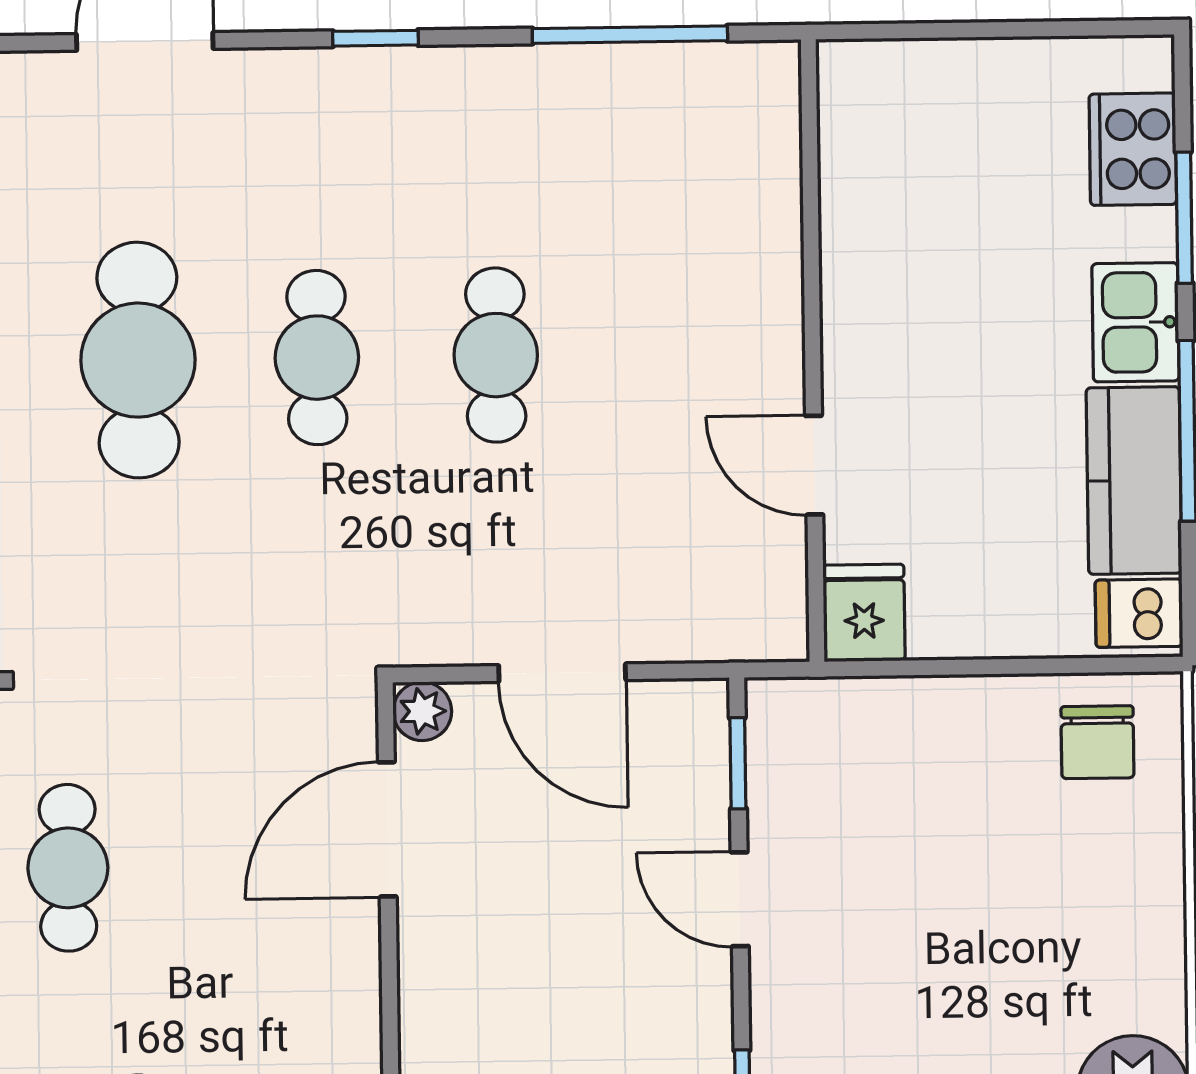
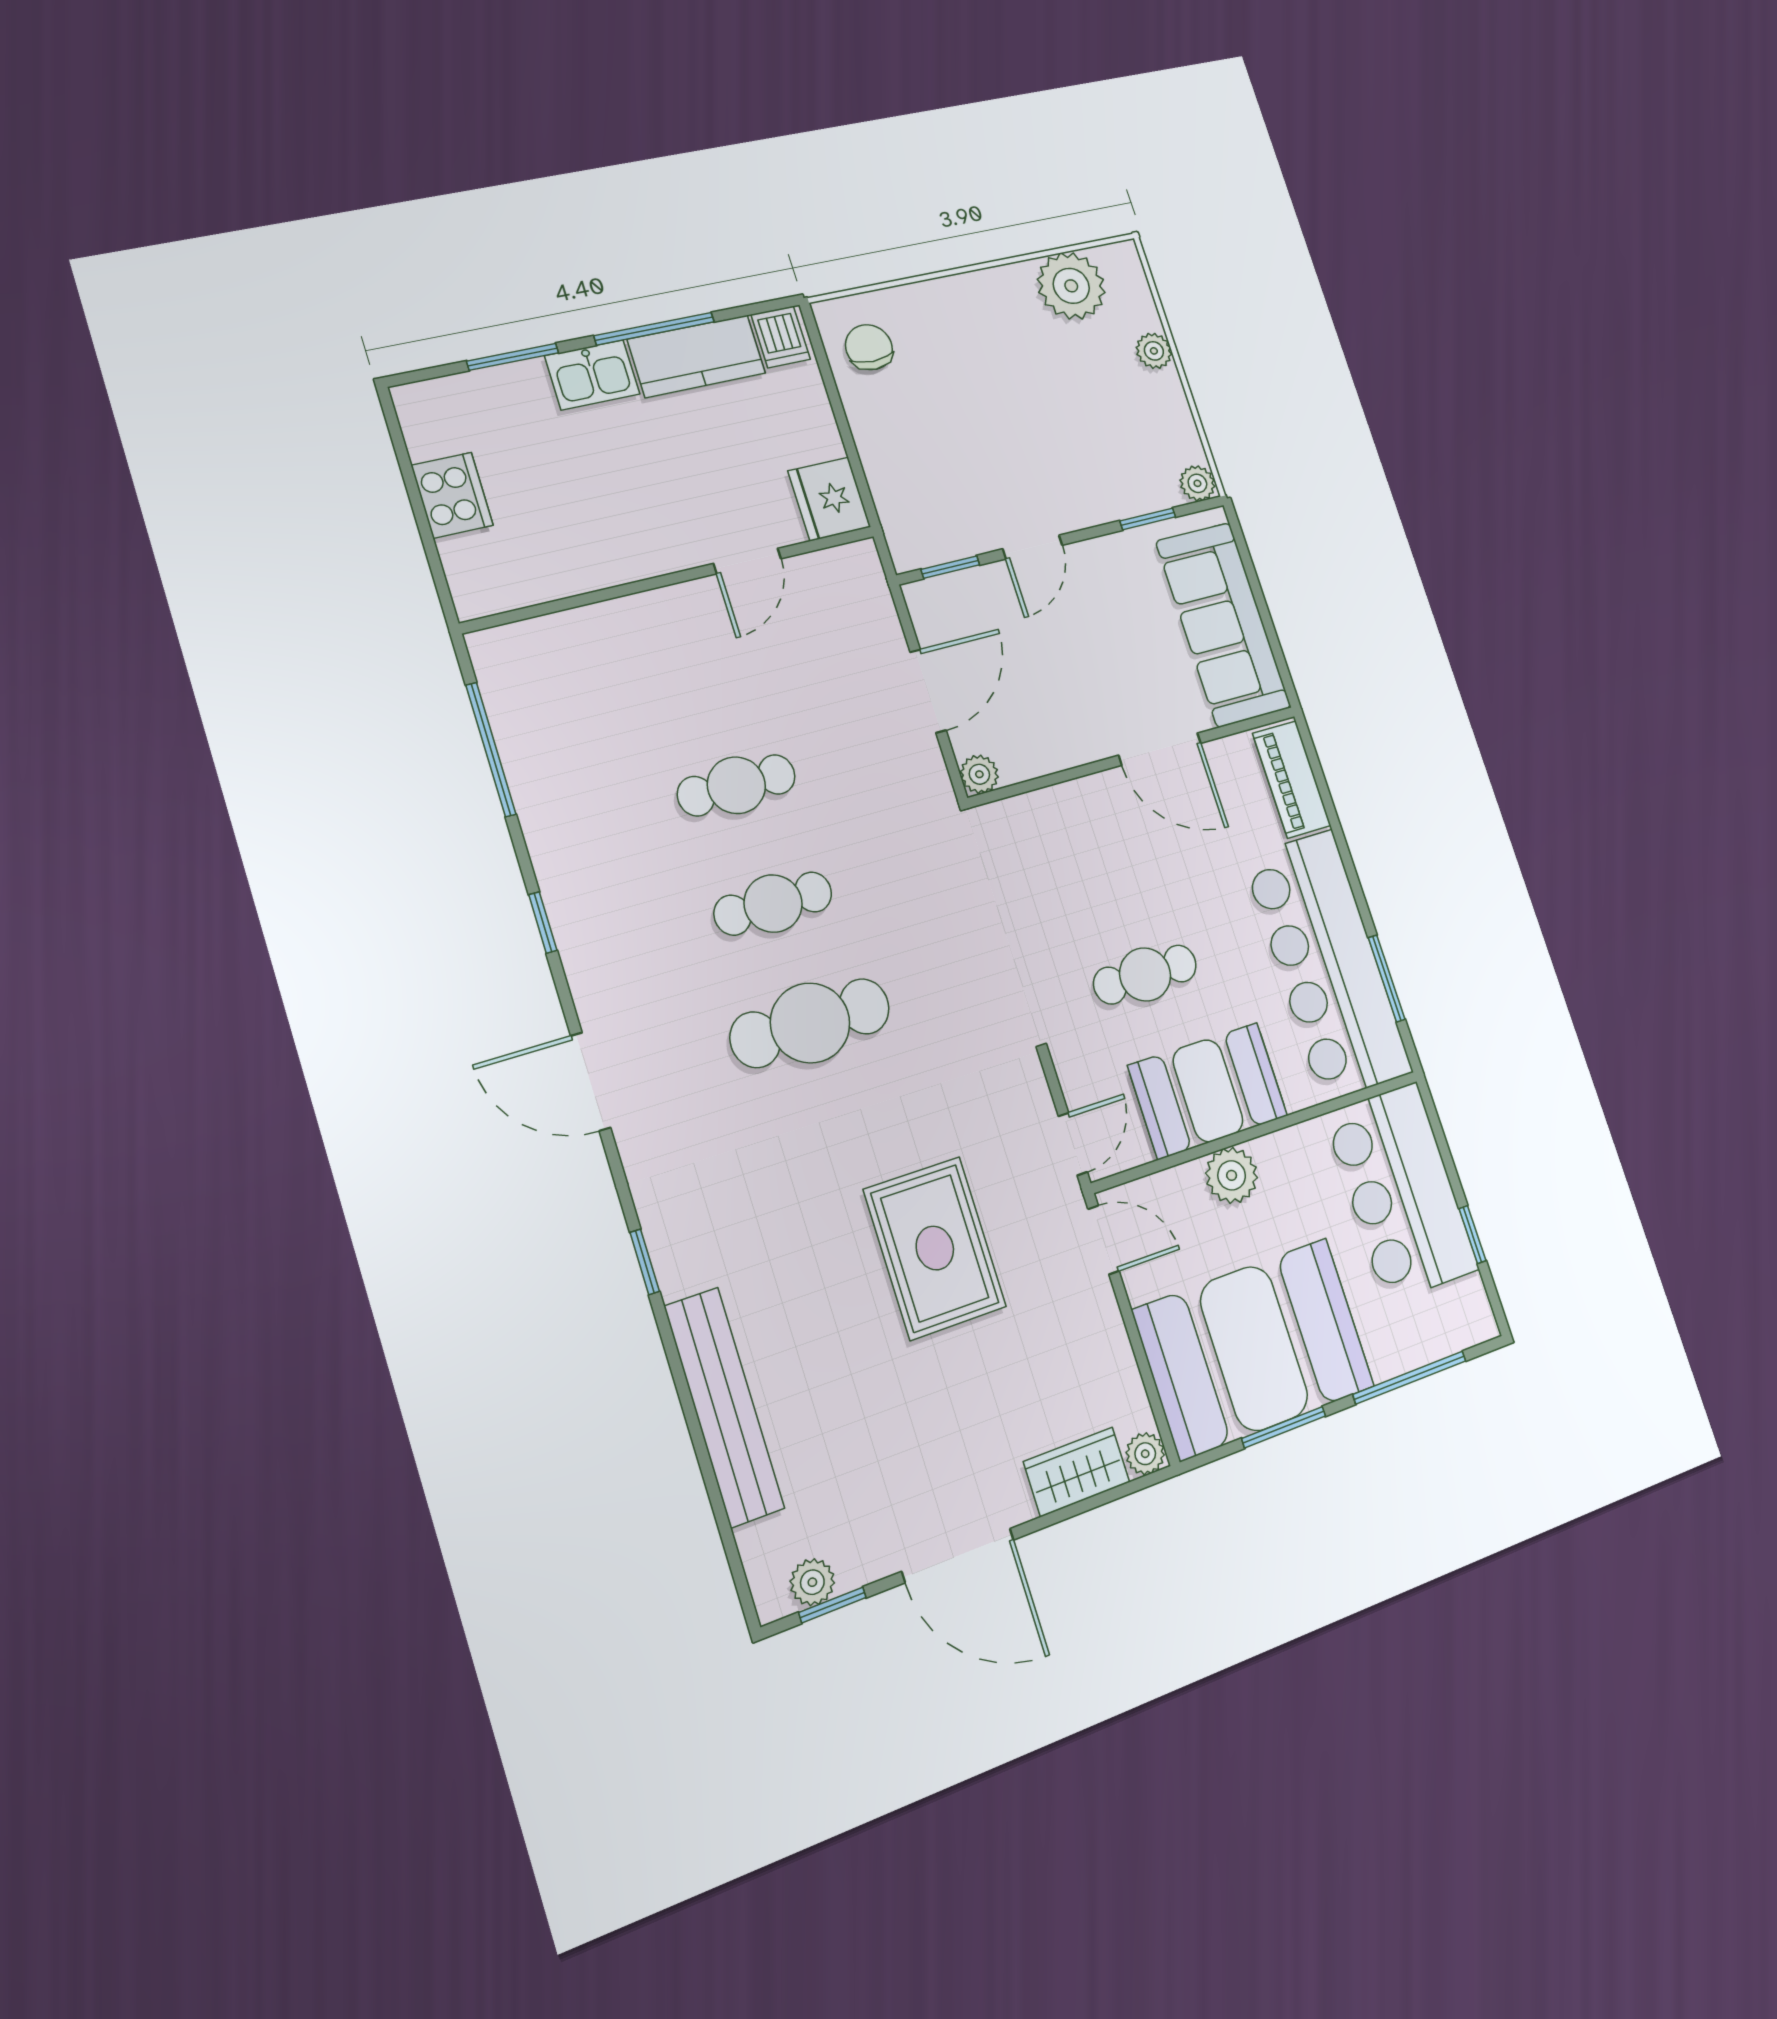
cooker: (1133, 149) -> (452, 495), moved, turned -90
fridge: (864, 613) -> (829, 499), width x1.38
chair: (1097, 742) -> (869, 347), turned -90
door: (387, 829) -> (1160, 749), moved

